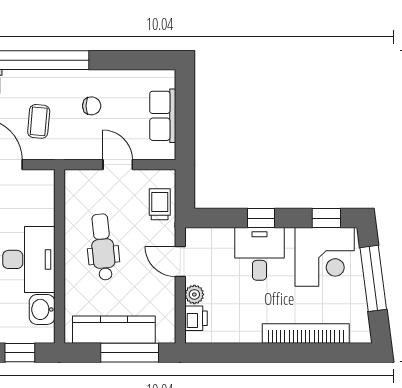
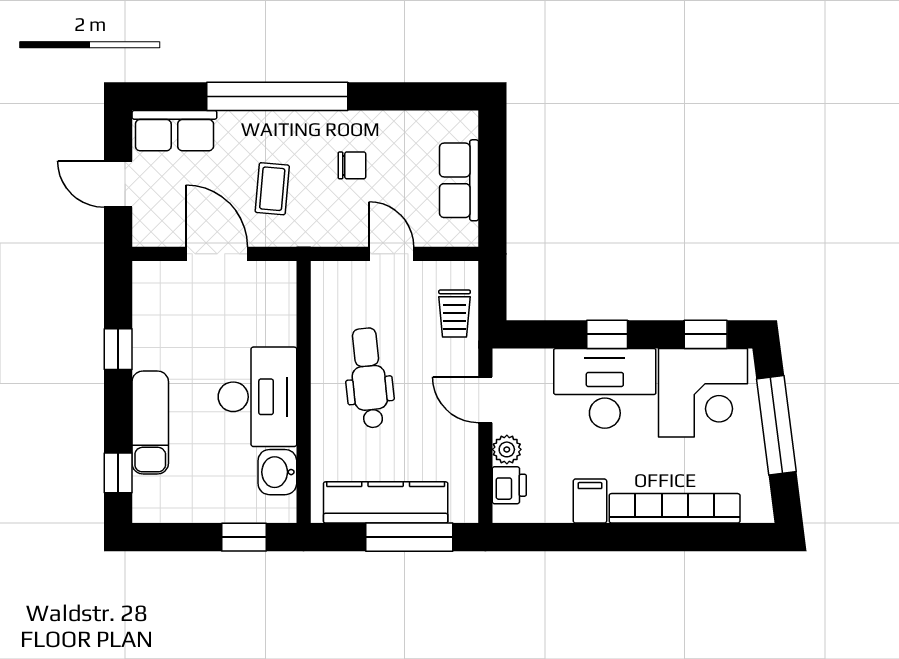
trolley: (160, 204) -> (455, 314), turned 180
desk: (259, 254) -> (605, 388), width x1.37
filing cabinet: (250, 329) -> (590, 501), added

